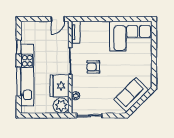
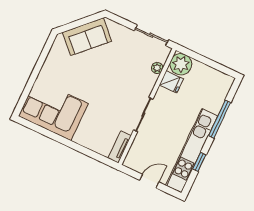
door: (58, 19) -> (149, 181), moved
armchair: (93, 67) -> (118, 93), removed
kitchen unit: (27, 75) -> (192, 151), moved
fridge: (60, 86) -> (171, 82), width x0.53, depth x0.75

